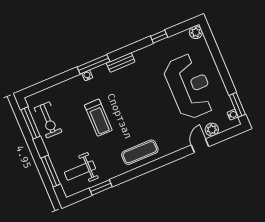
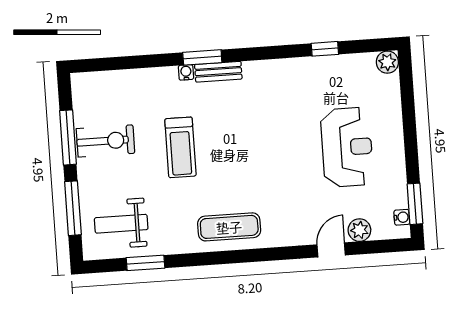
bench: (121, 62) -> (218, 72), moved
window: (93, 64) -> (202, 57), width x0.69
reception desk: (190, 86) -> (347, 147), width x0.74, depth x0.77
exercise bike: (48, 120) -> (105, 141), moved, turned -90
window: (30, 123) -> (68, 137), moved

